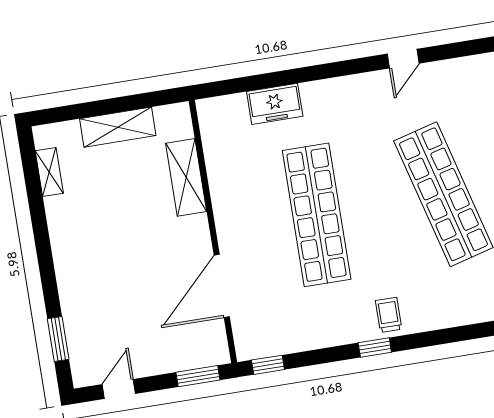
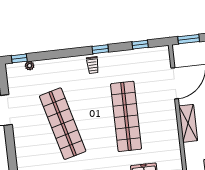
shelving: (186, 177) -> (188, 123), moved
window: (268, 365) -> (140, 45), moved

